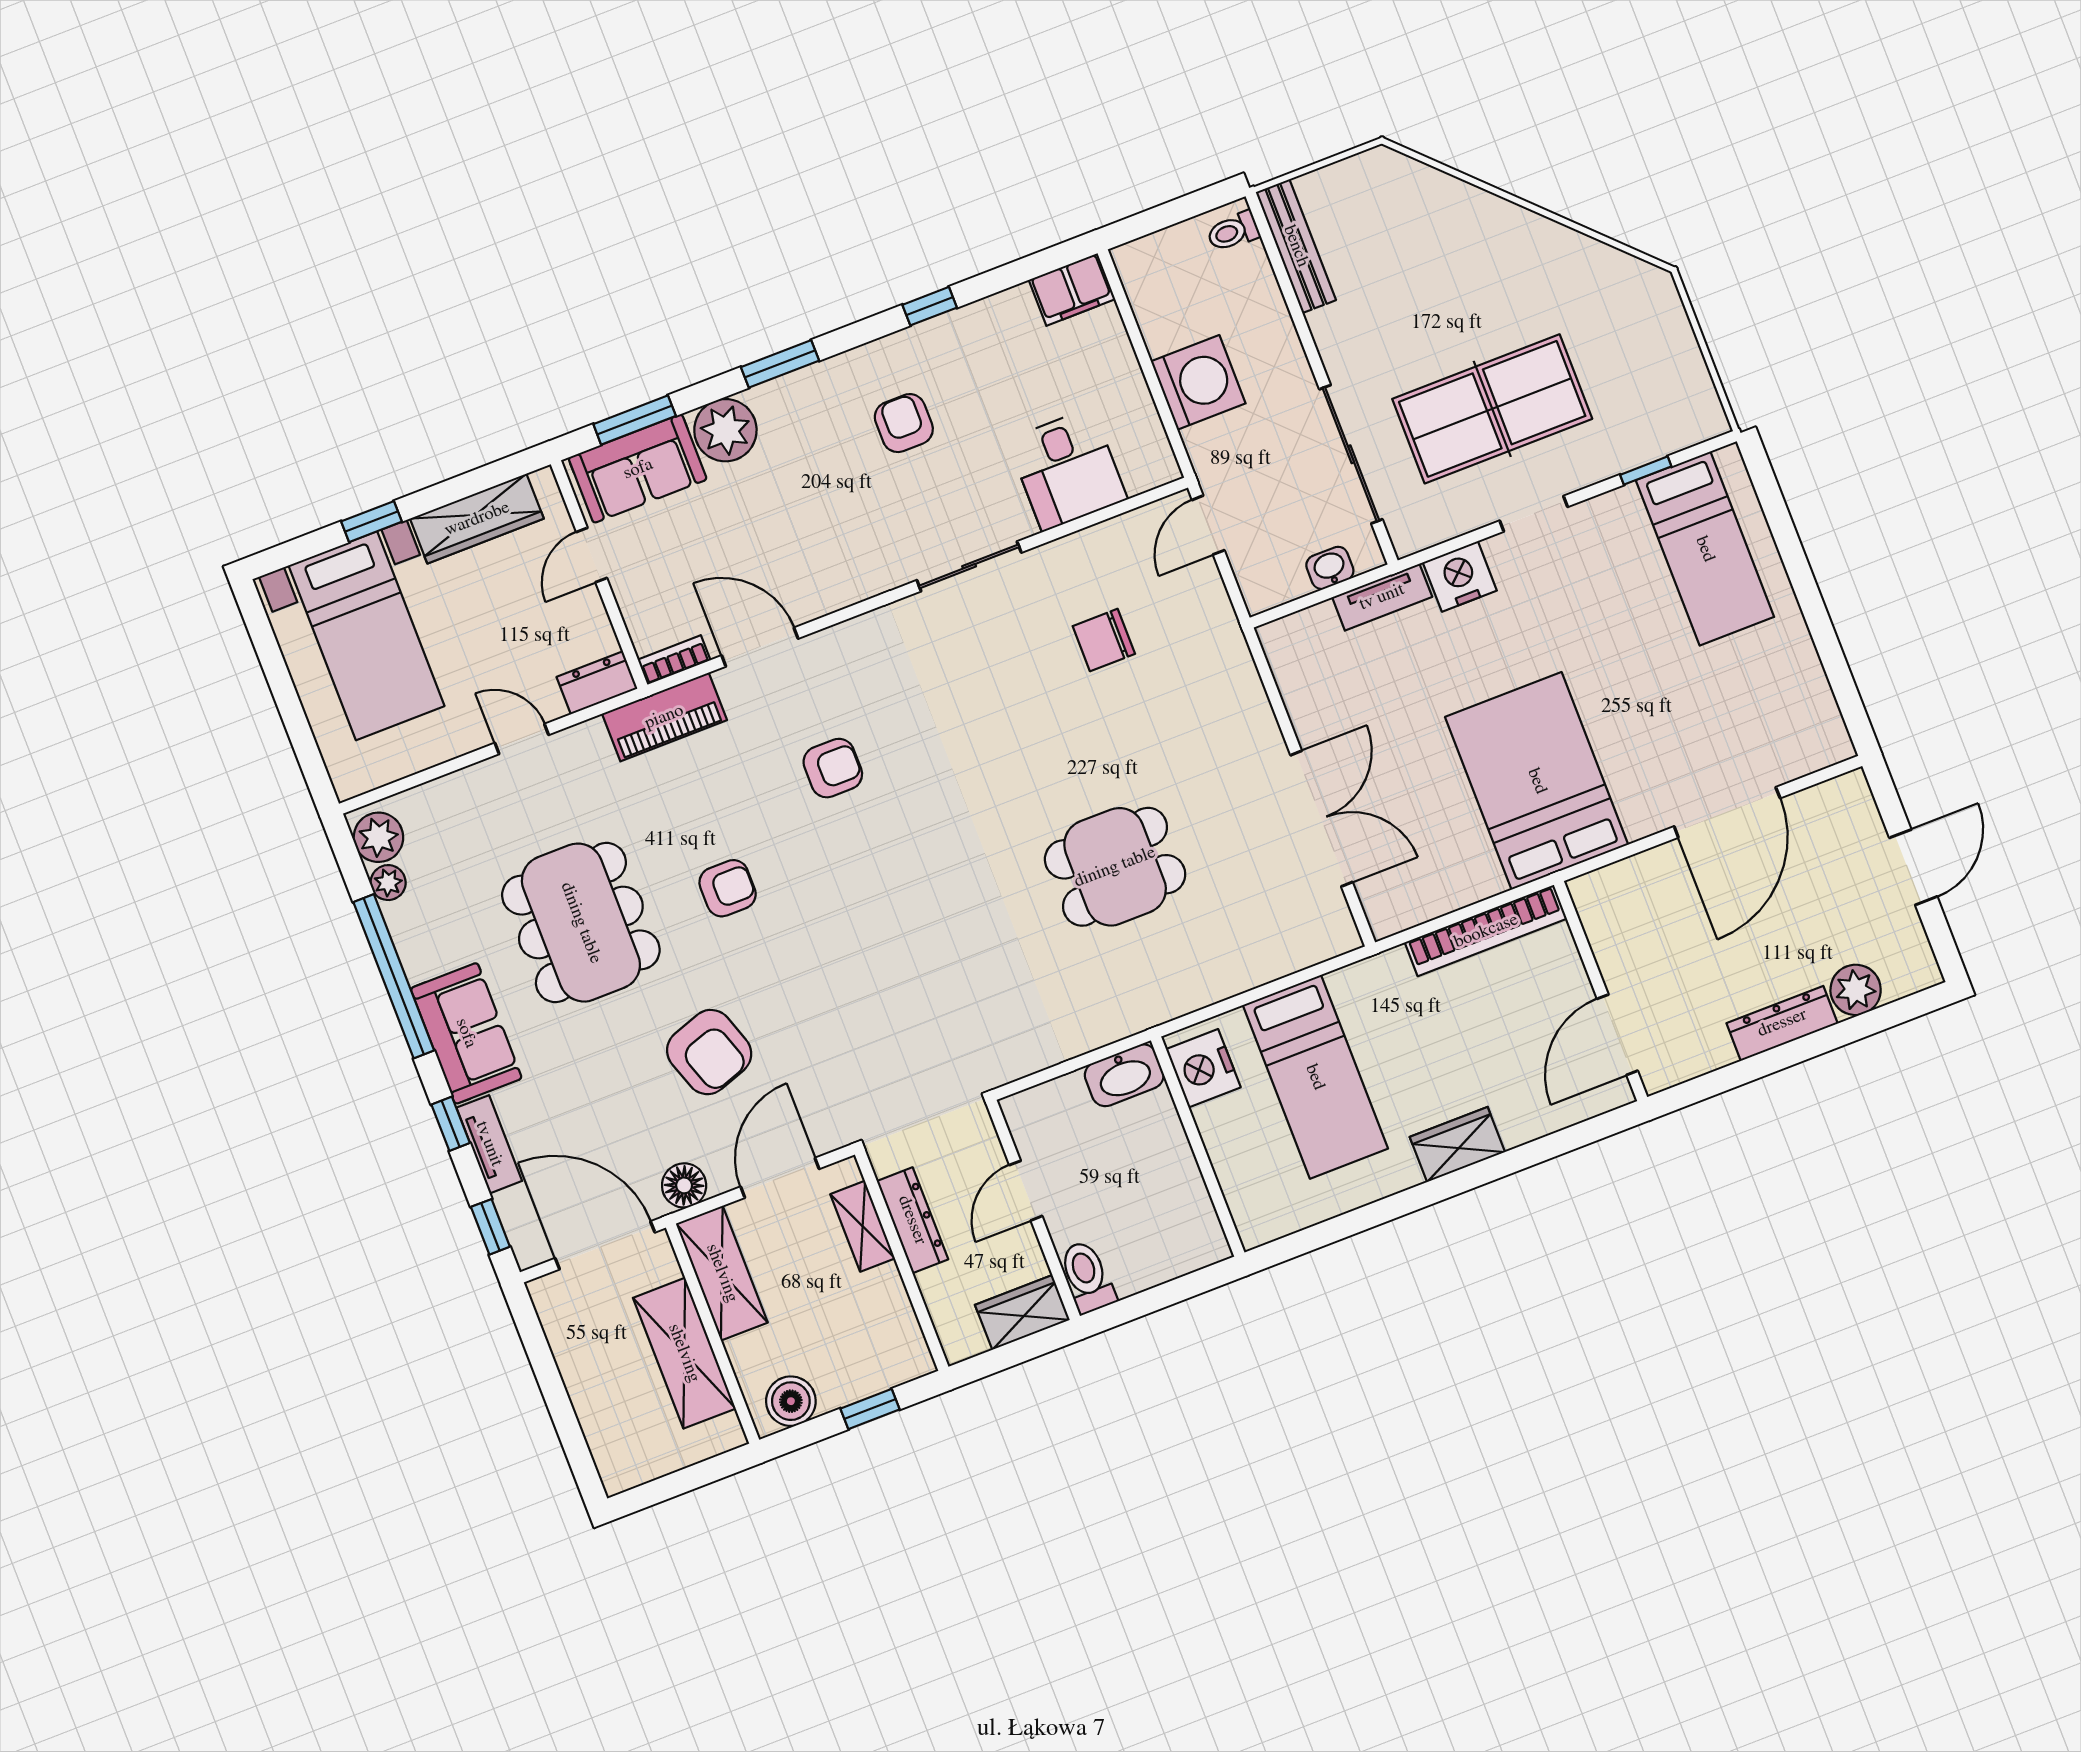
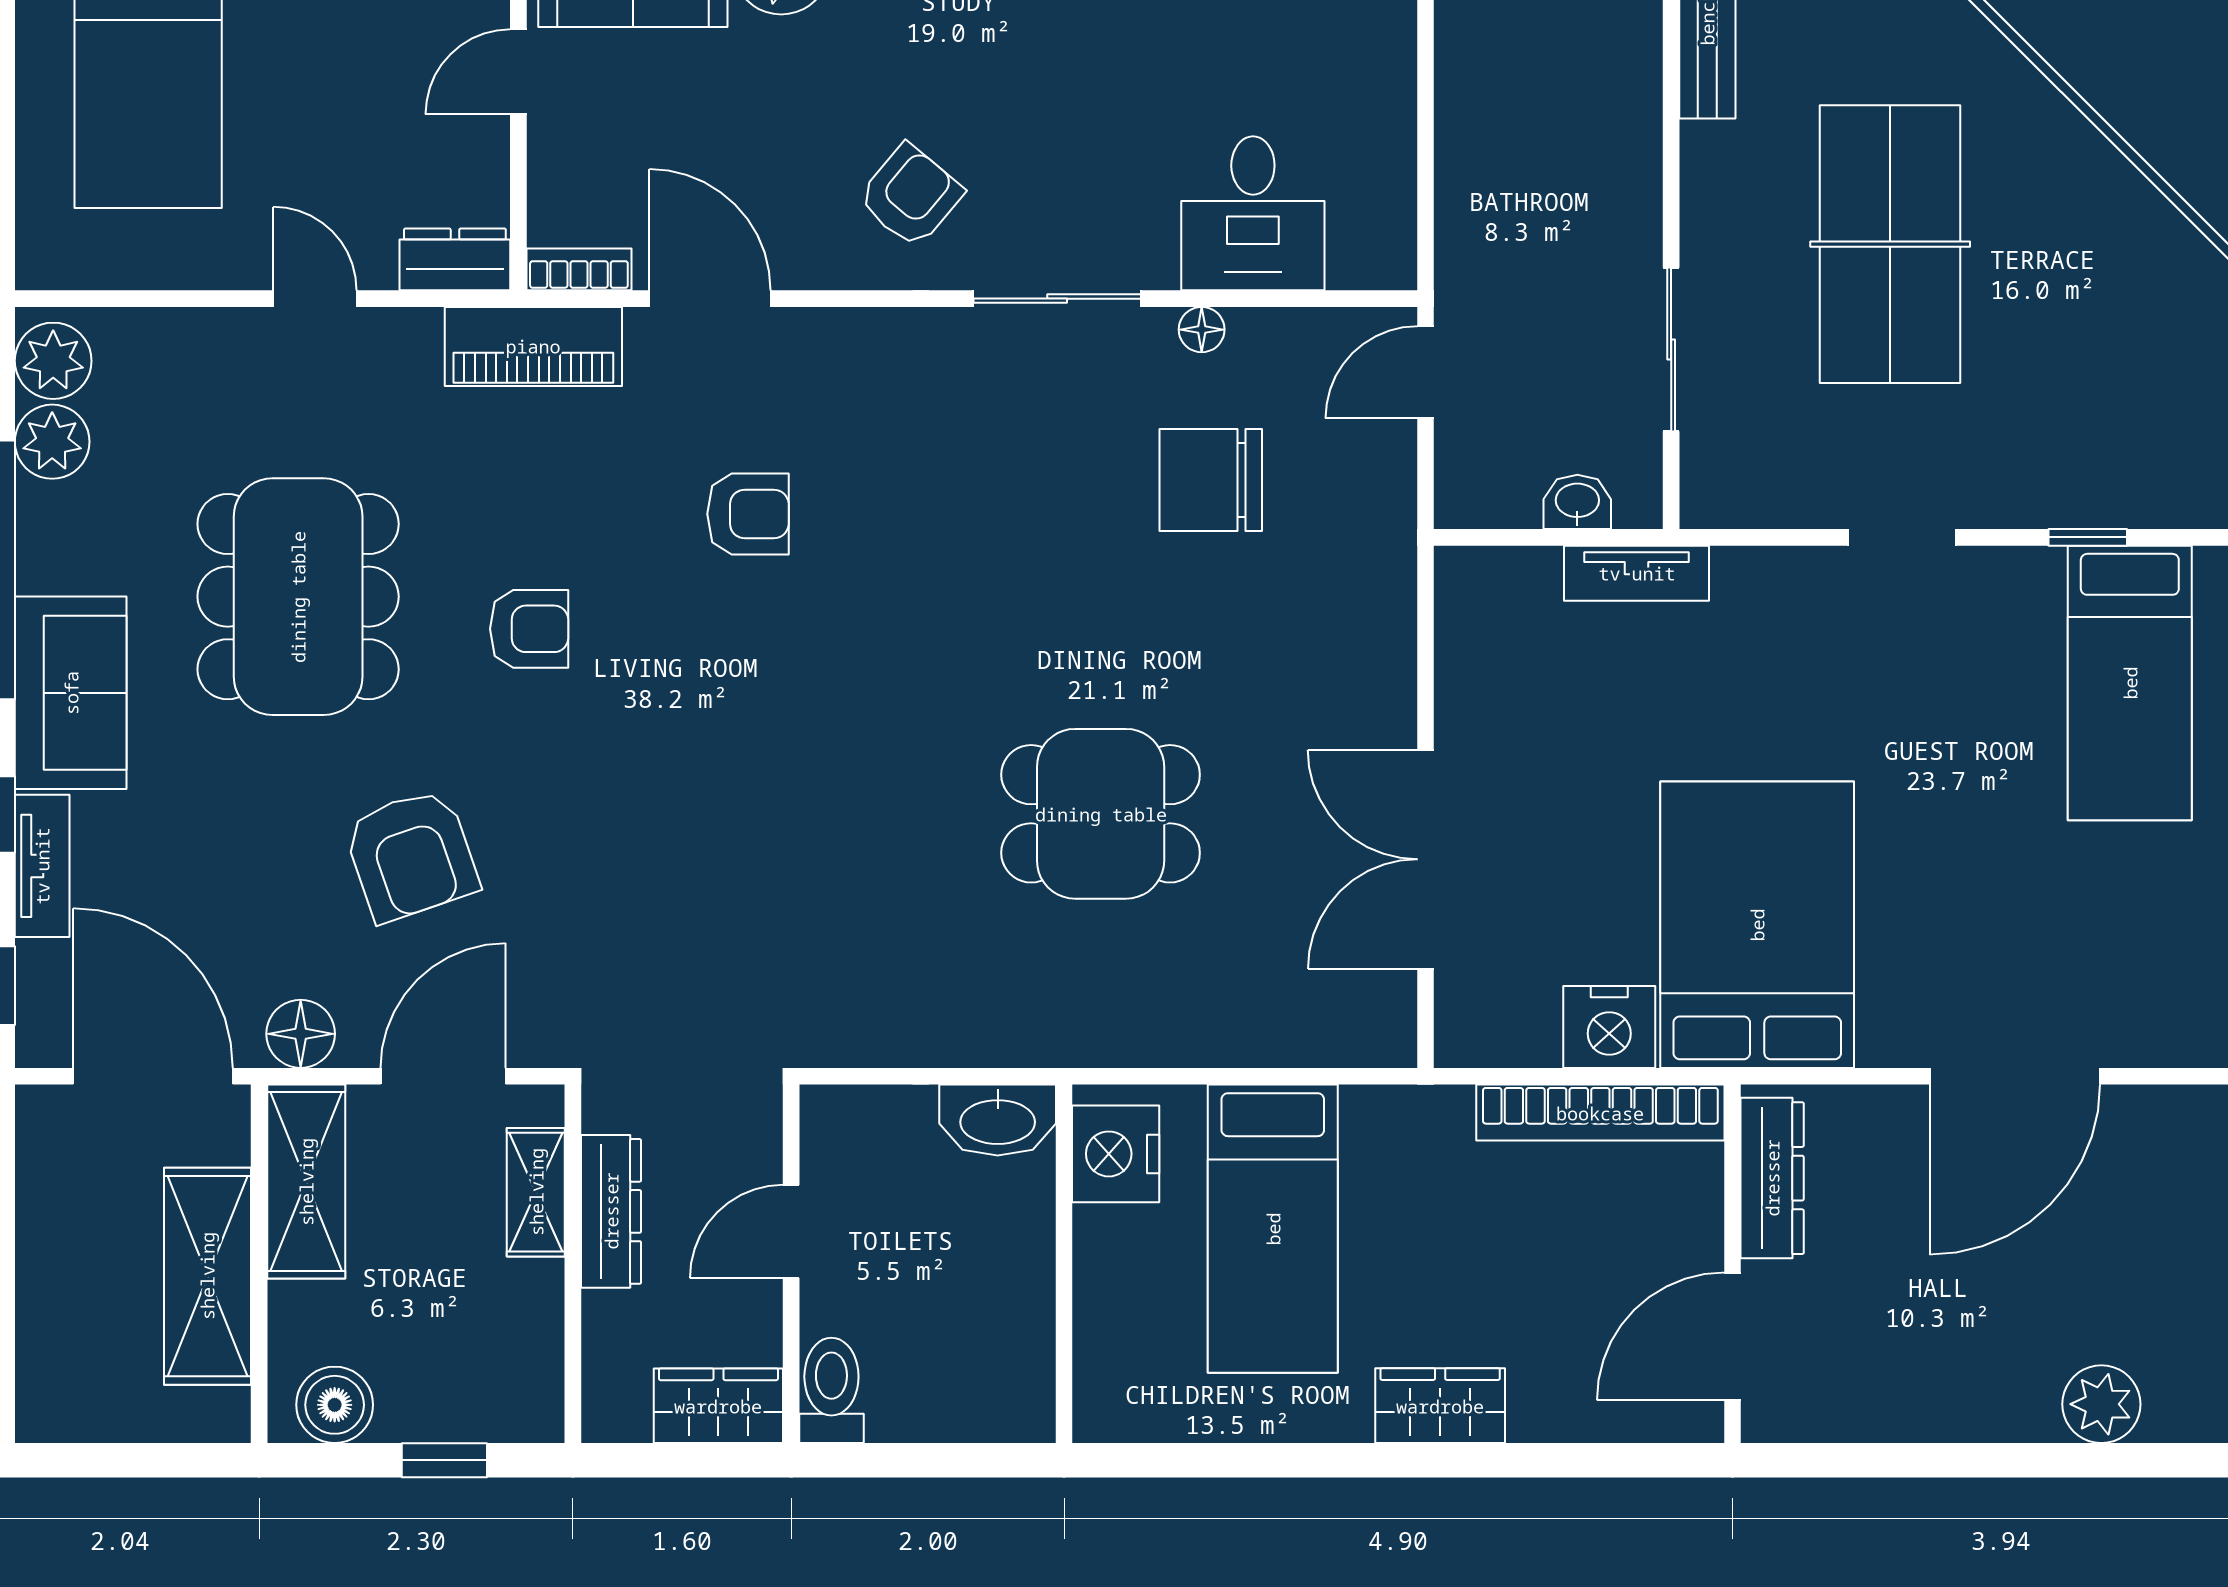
washing machine: (1198, 382) -> (1491, 161), removed
table tennis table: (1492, 409) -> (1890, 244), moved, turned 90
armchair: (904, 423) -> (910, 196), moved, turned 40
sliding door: (1351, 454) -> (1671, 349), width x0.73
floor lamp: (1063, 551) -> (1202, 330), added
nightstand: (1460, 576) -> (1609, 1027), moved, turned 180
chair: (1104, 640) -> (1211, 480), width x1.37, depth x1.37
double door: (1322, 819) -> (1426, 859), swing flipped
plant: (388, 883) -> (52, 442), width x1.38, depth x1.38
dresser: (1782, 1023) -> (1772, 1178), moved, turned 90

